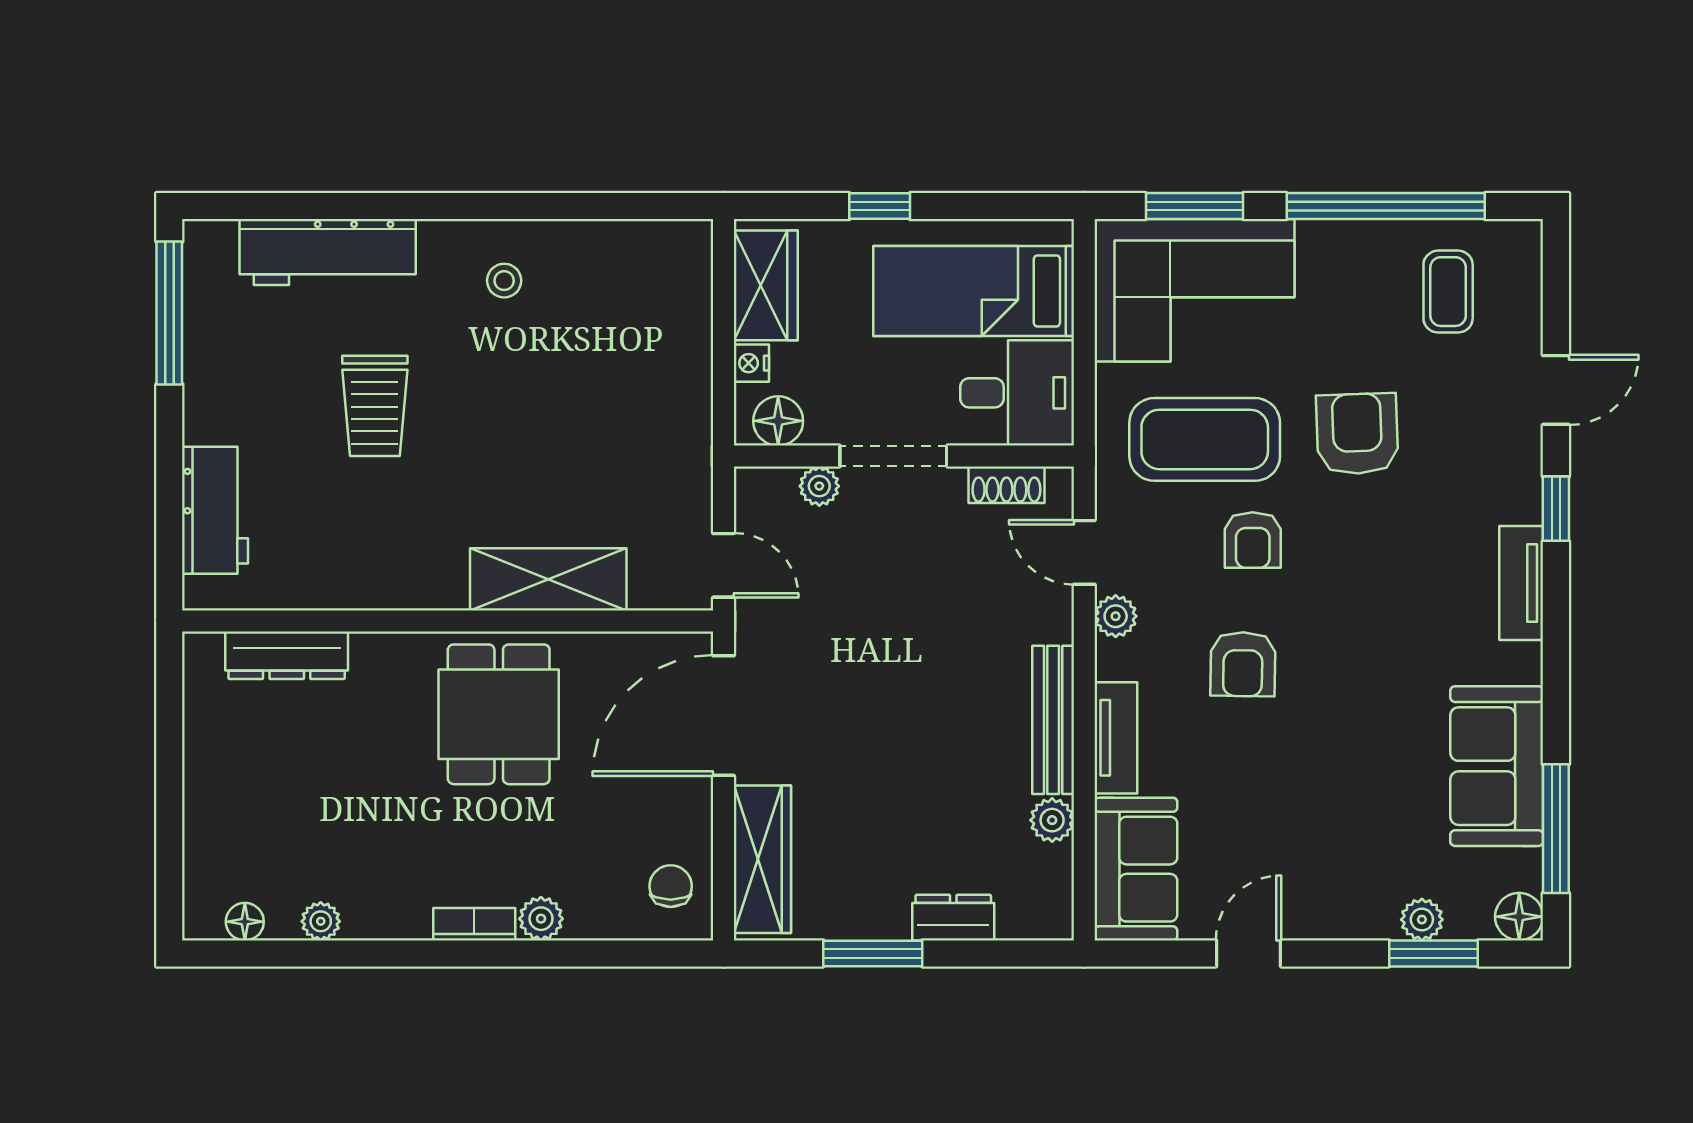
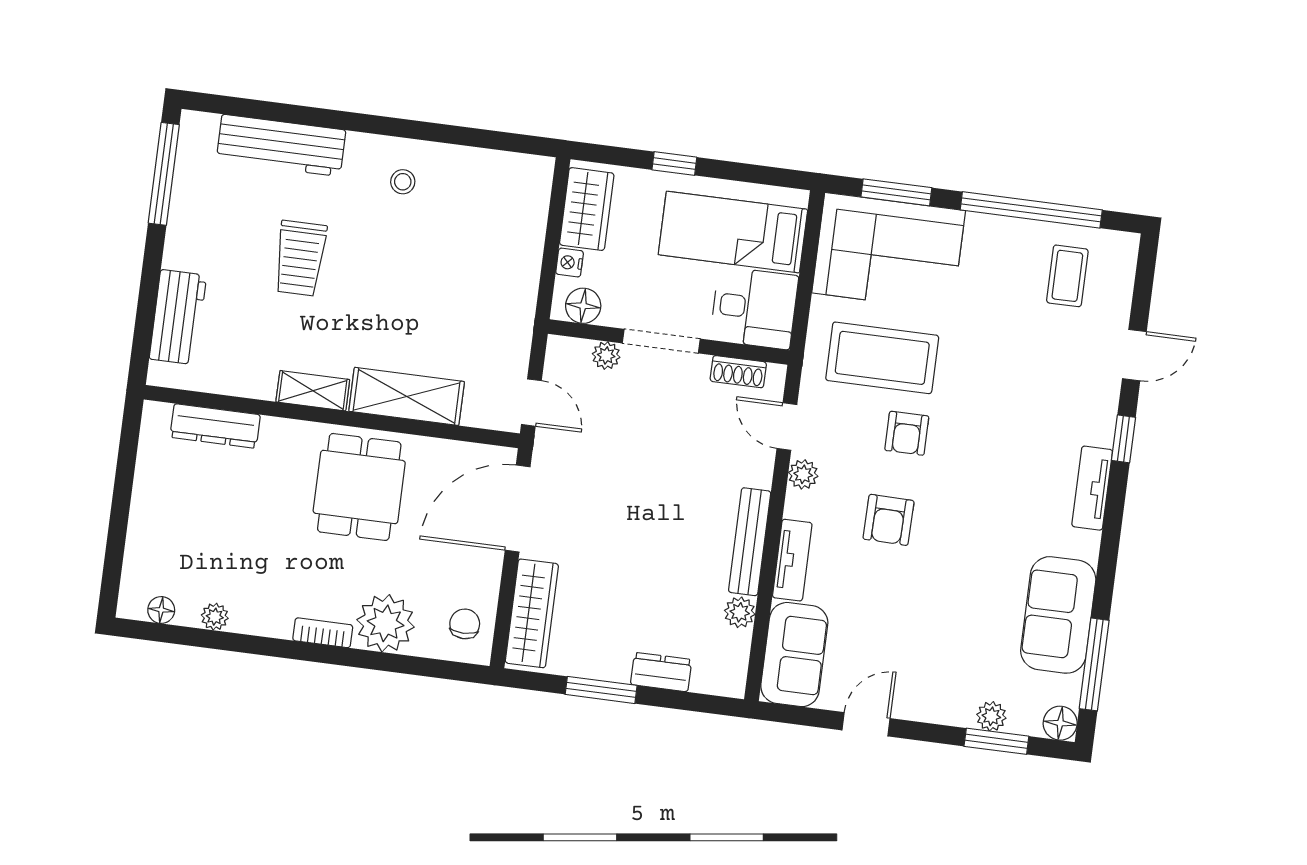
armchair: (1357, 434) -> (990, 368), removed
shelving: (417, 588) -> (313, 391), added
plant: (541, 919) -> (386, 623), width x1.88, depth x1.88

